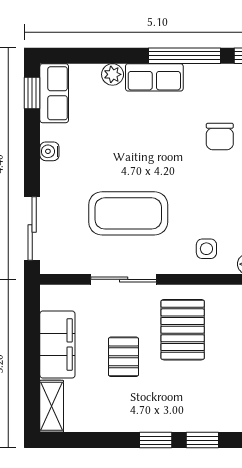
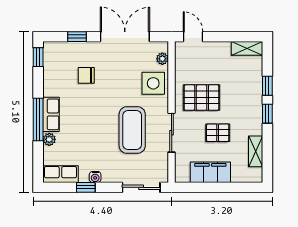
window: (184, 56) -> (38, 119), moved
window: (32, 93) -> (86, 187), moved
chair: (220, 136) -> (86, 75), turned 180
side table: (206, 249) -> (153, 83), width x1.87, depth x1.87
shelving: (52, 406) -> (256, 151), moved, turned 90

